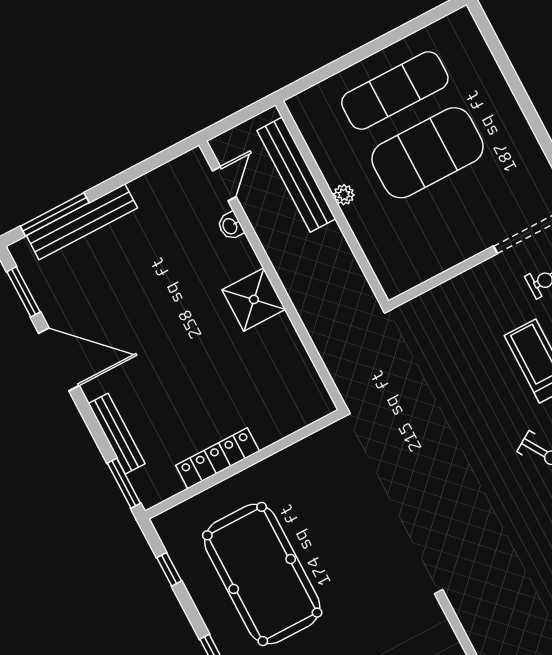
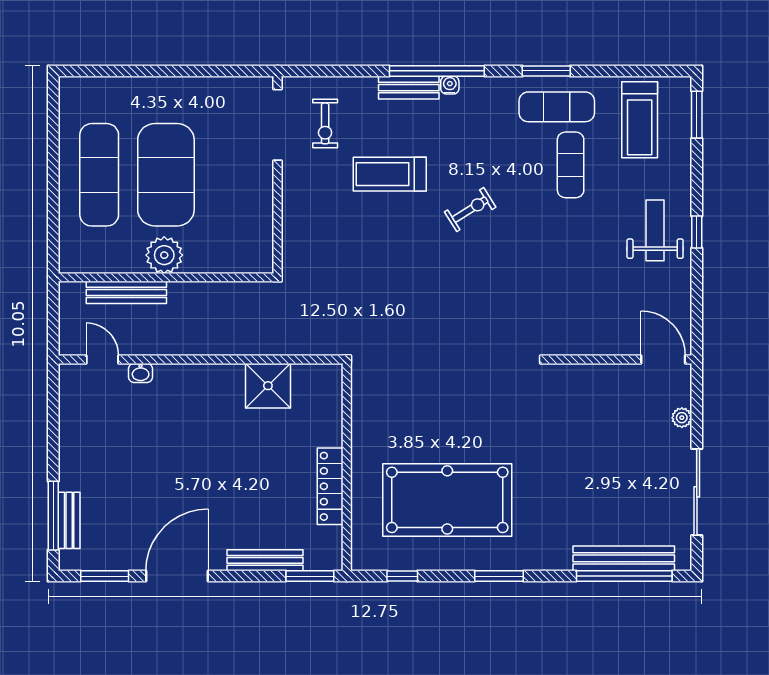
bench: (296, 175) -> (126, 292), width x0.73, depth x0.82
plant: (344, 195) -> (164, 255), width x1.88, depth x1.88
bench: (82, 222) -> (69, 520), width x0.54, depth x0.82
shower: (254, 299) -> (268, 386), moved

